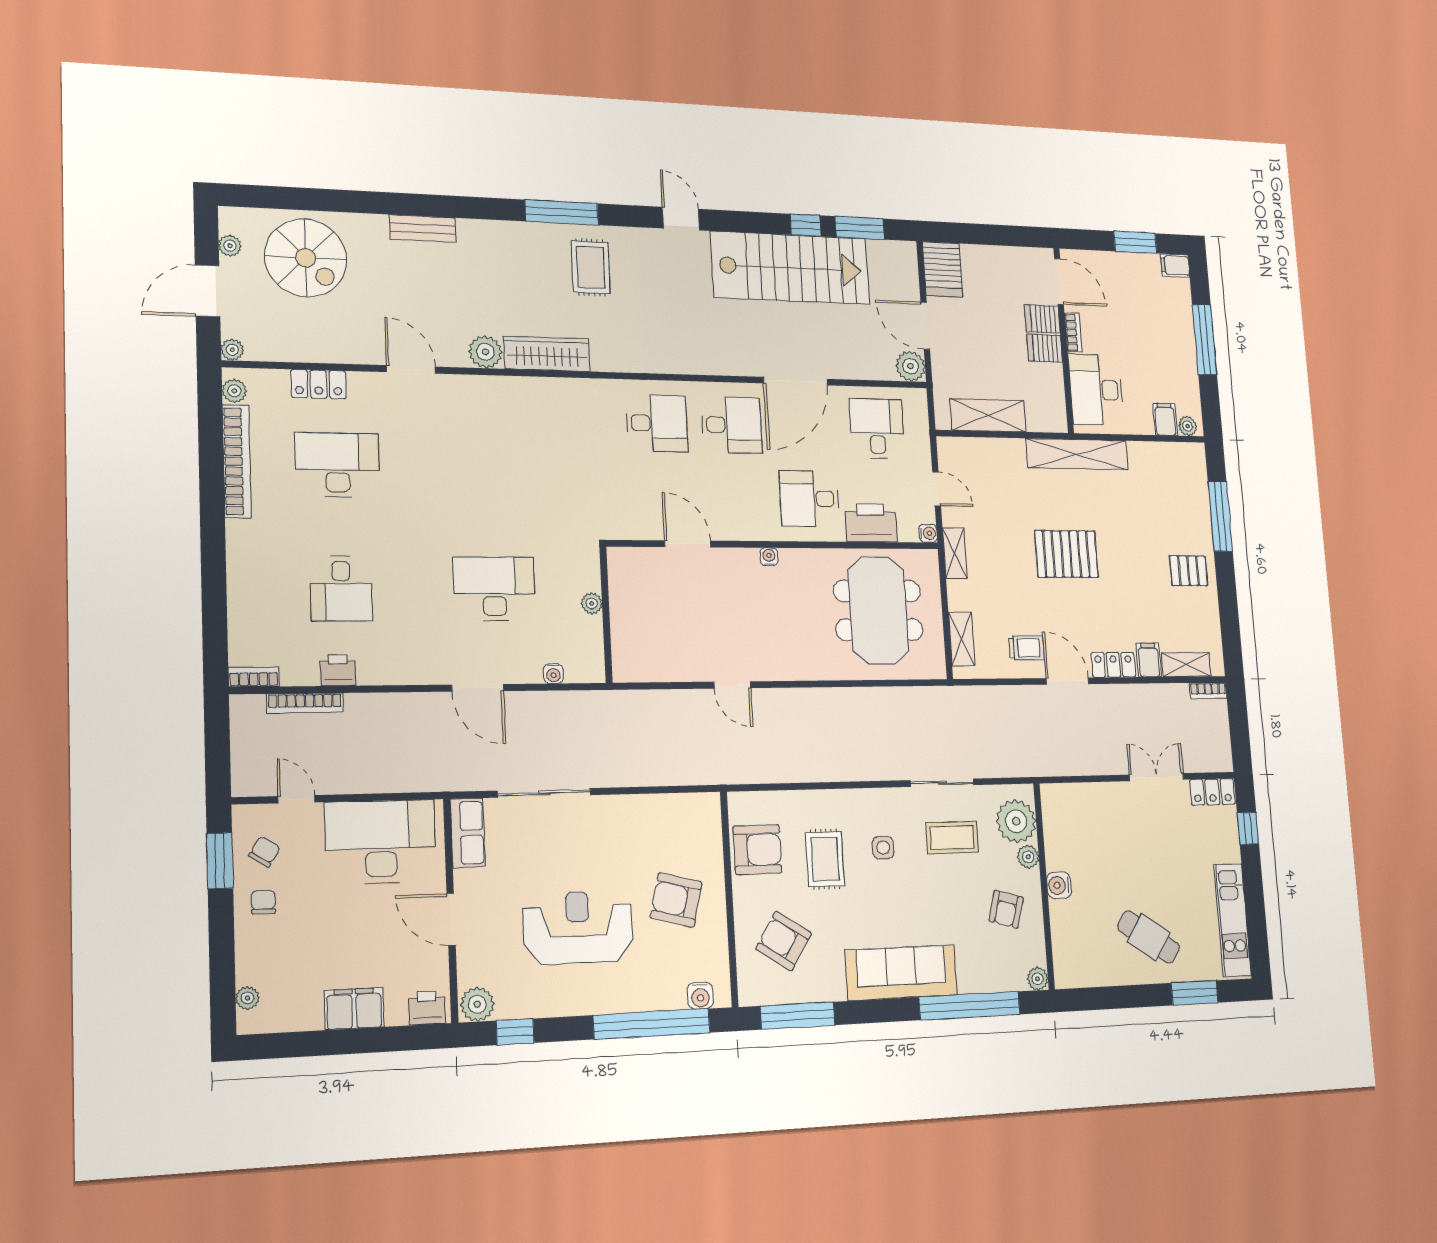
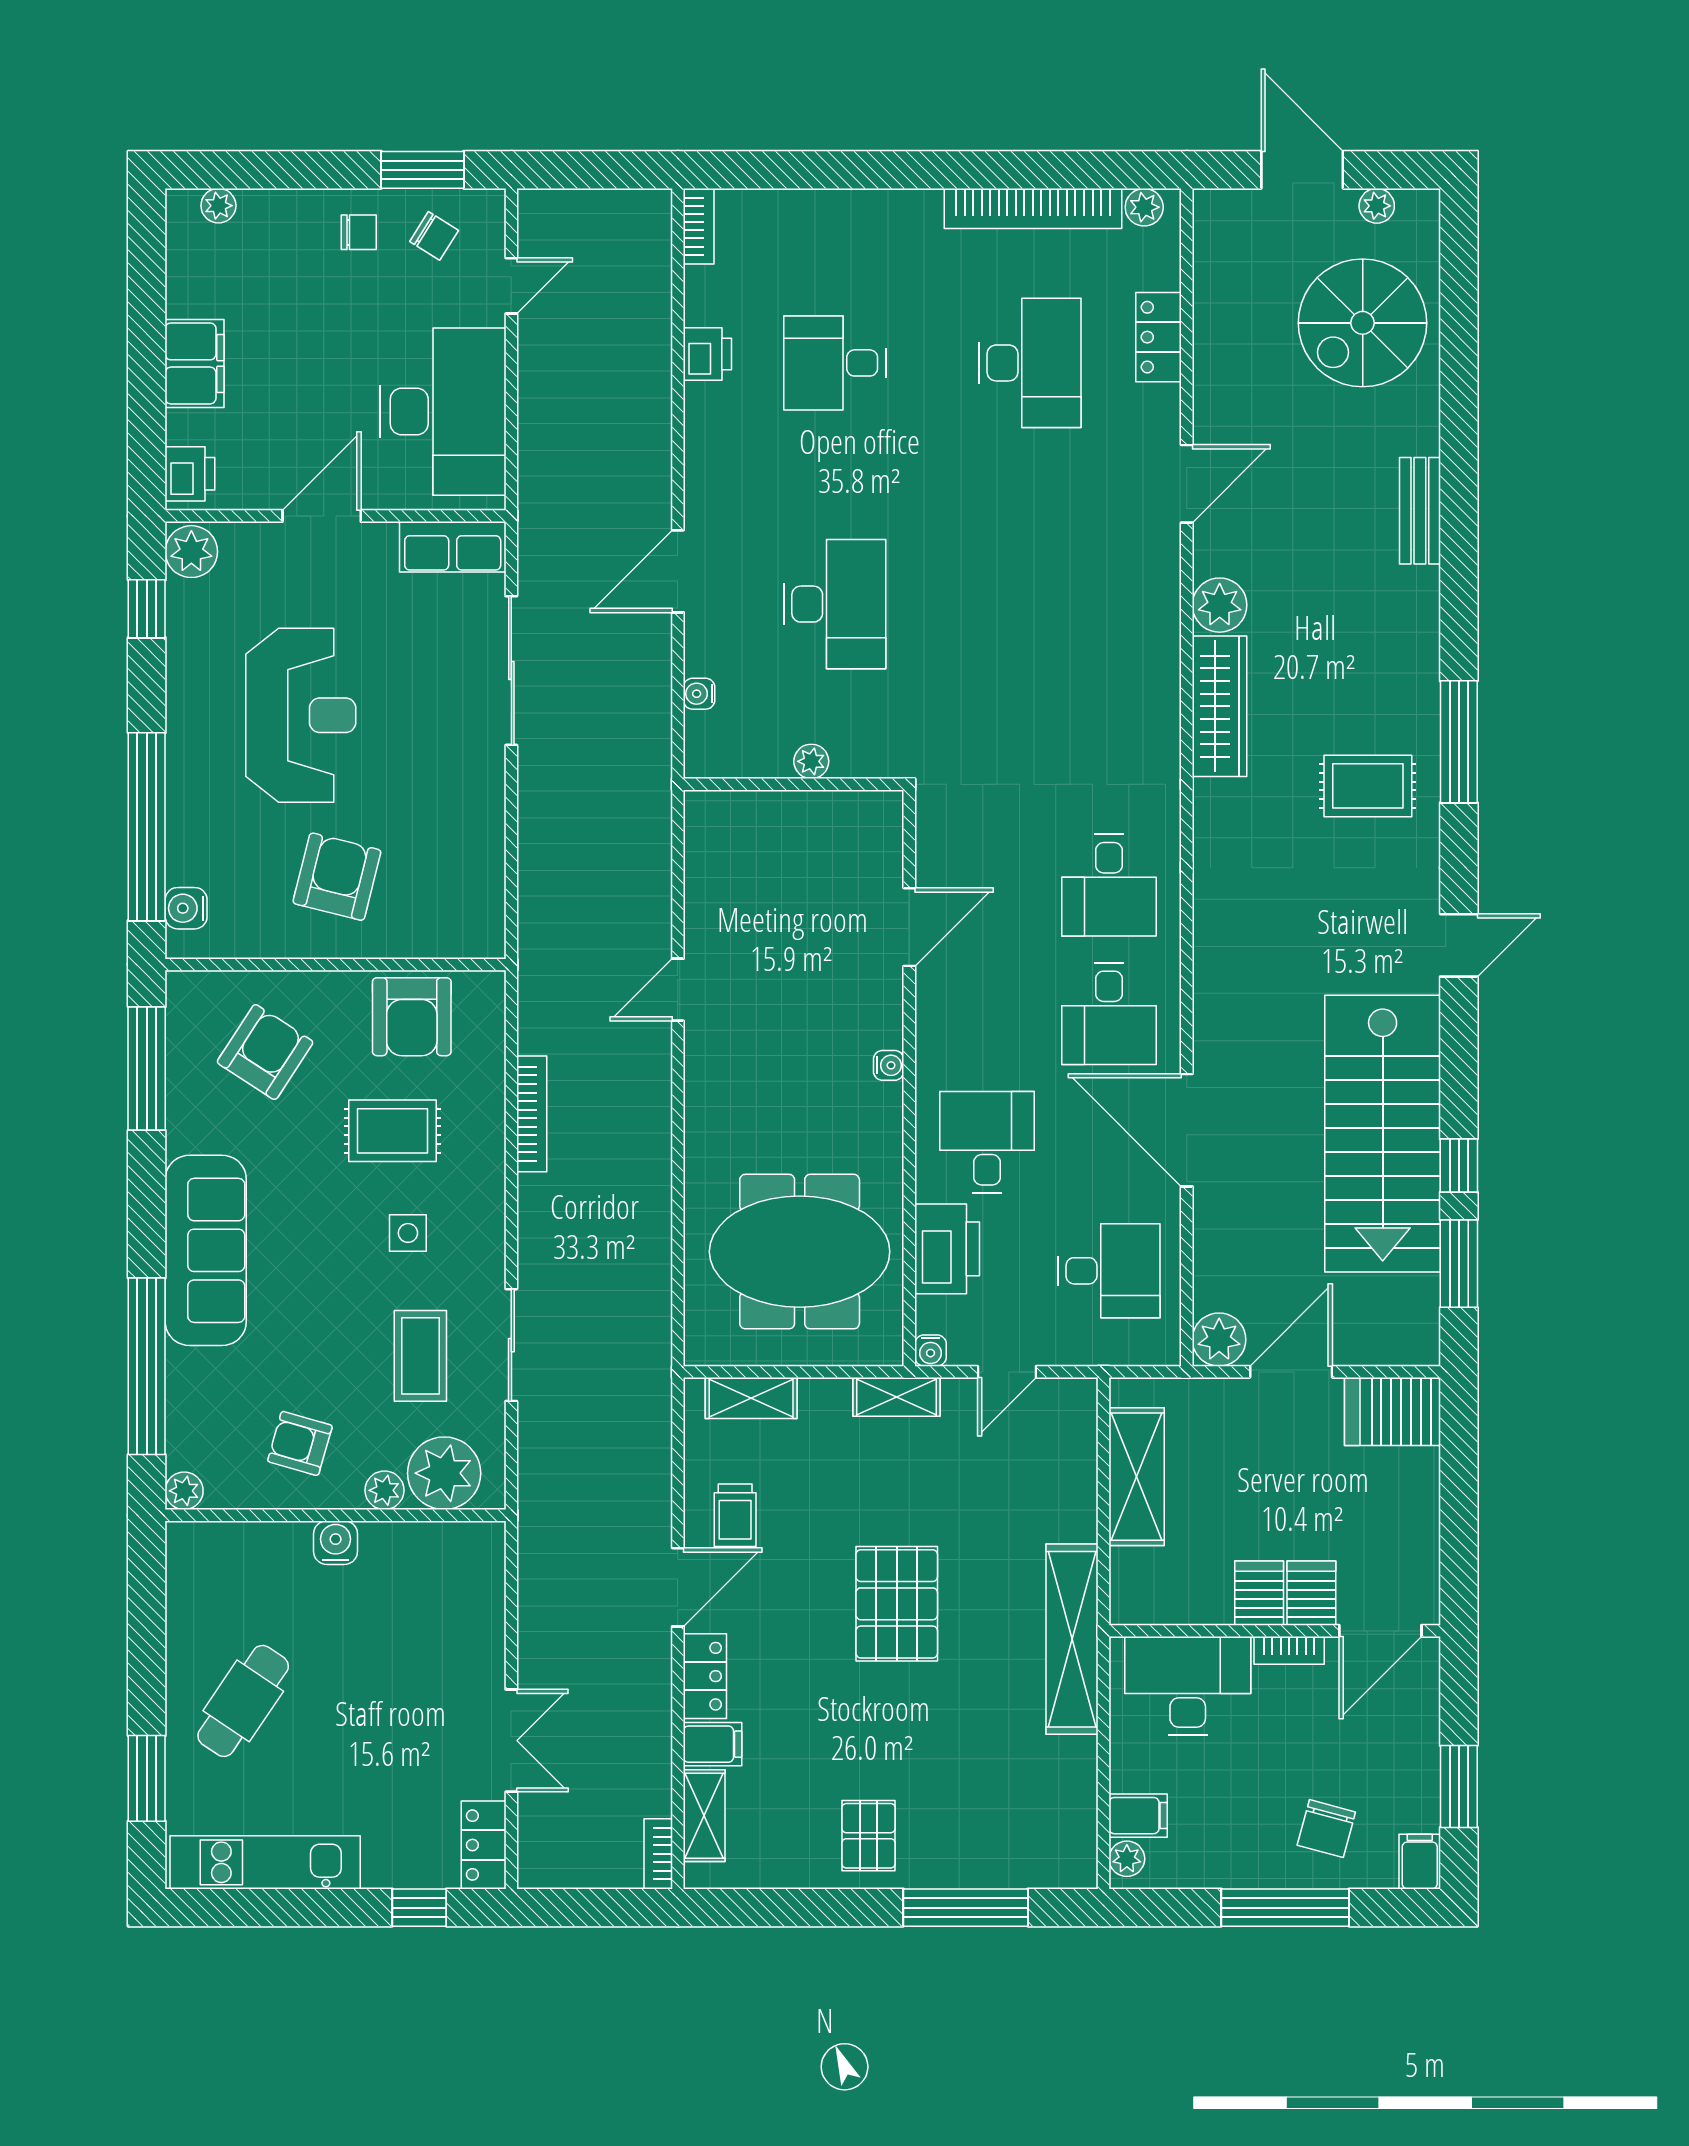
chair: (1163, 316) -> (1326, 1829), added
plant: (232, 350) -> (1210, 206), removed
bookcase: (305, 703) -> (532, 1114), moved, turned 180

